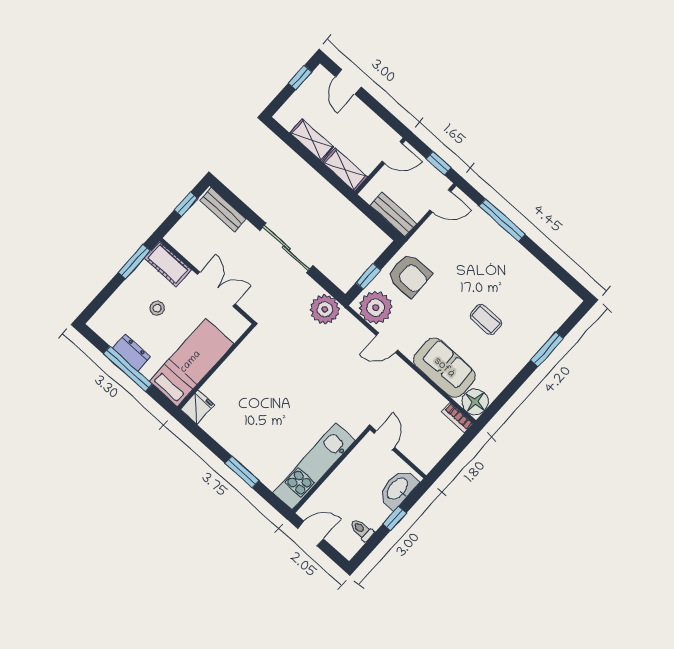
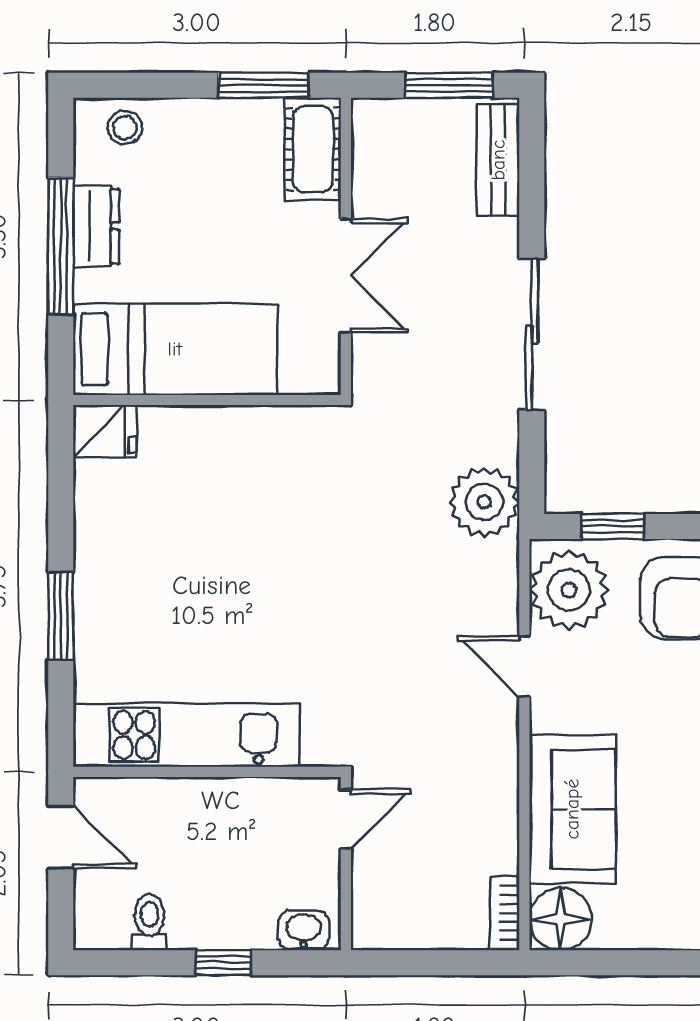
window: (186, 204) -> (449, 85), width x1.50
stool: (157, 308) -> (125, 128), moved
washbasin: (398, 489) -> (304, 930), width x0.52, depth x0.69

